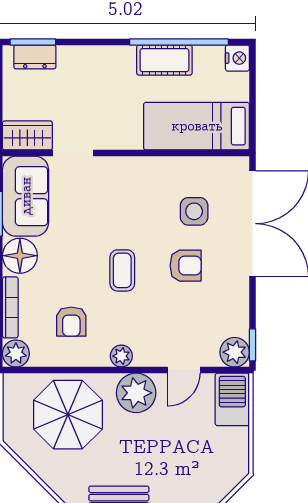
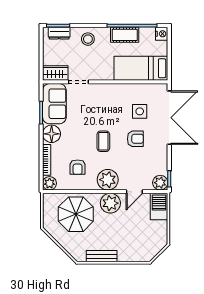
stool: (92, 68) -> (88, 39), added
plant: (121, 356) -> (108, 180), width x1.88, depth x1.88

